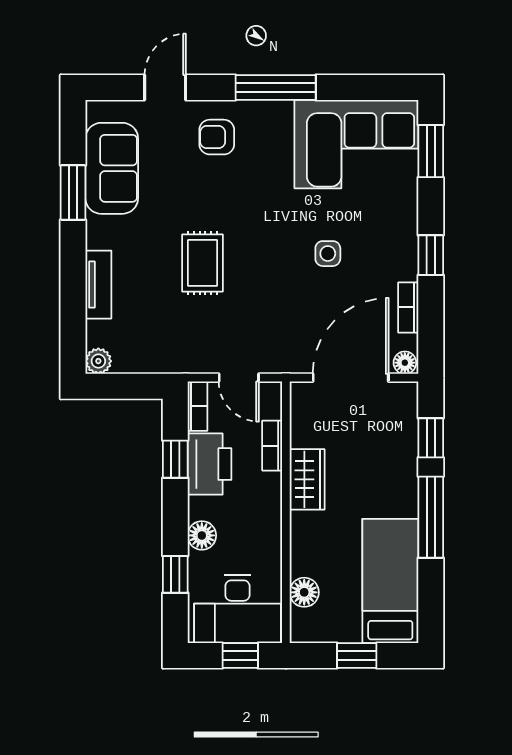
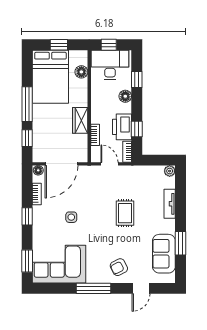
armchair: (217, 137) -> (119, 267), turned 153
bed: (390, 581) -> (50, 77), width x1.50

